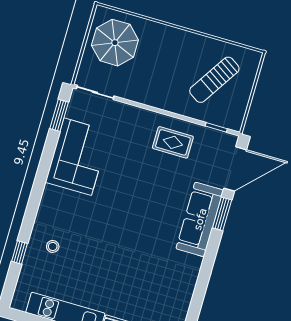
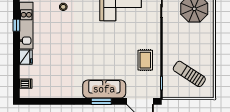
window: (222, 214) -> (101, 101), moved

